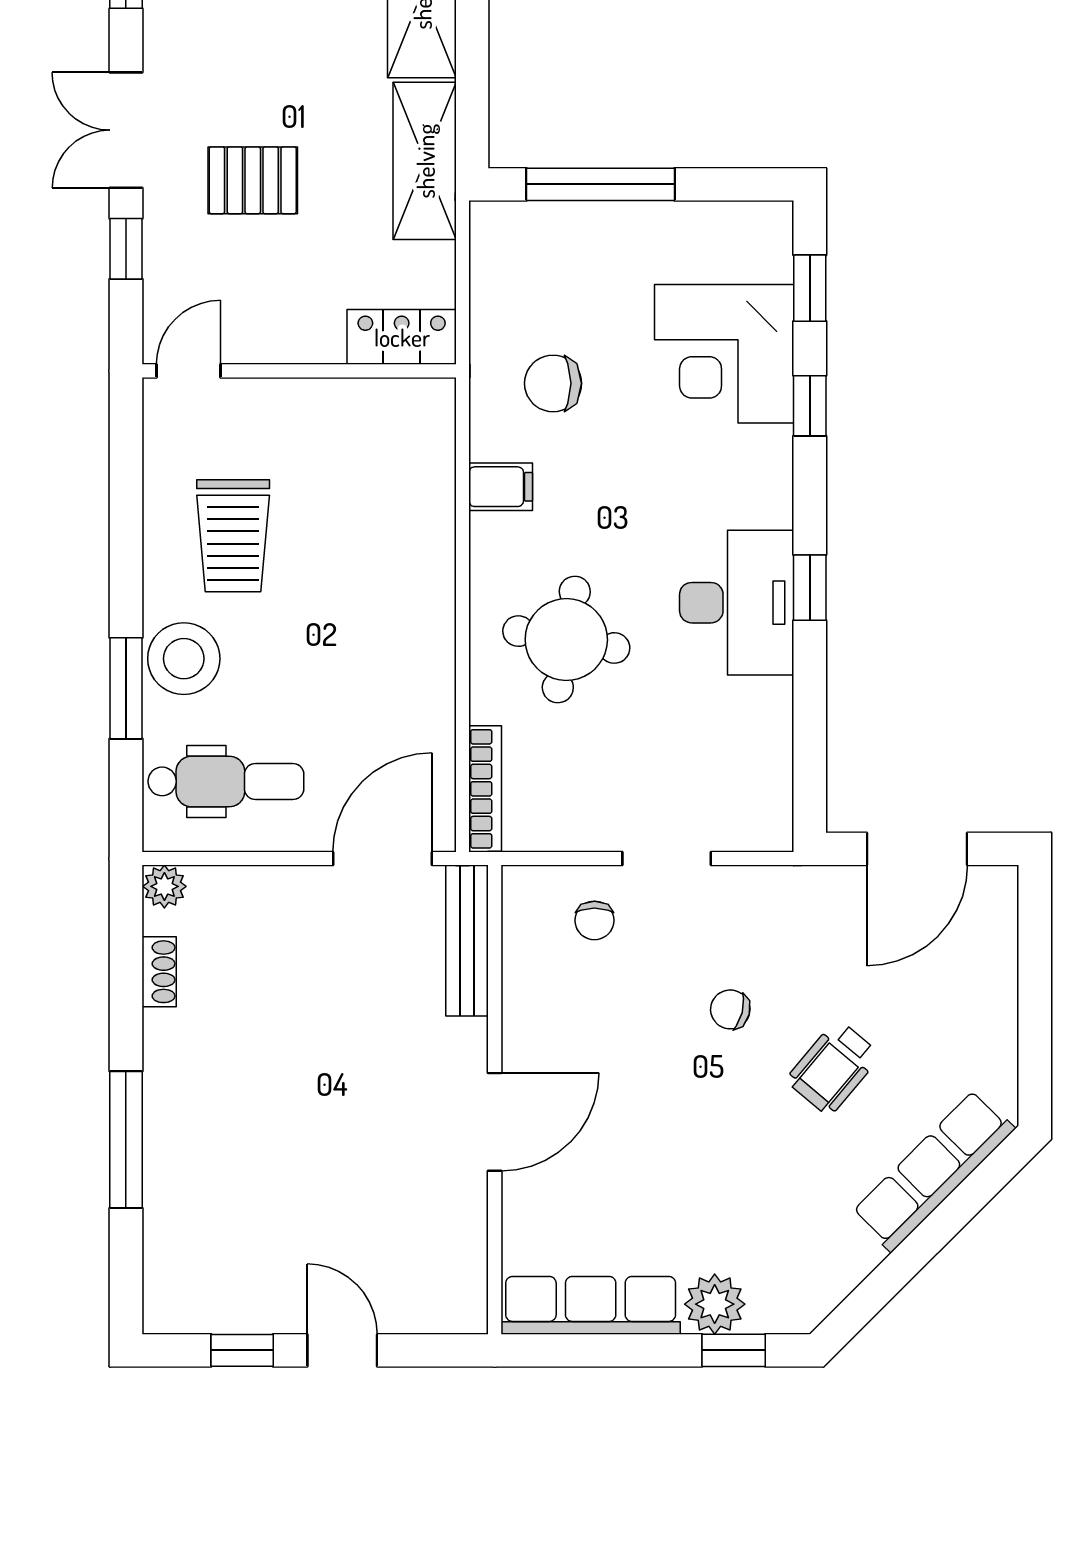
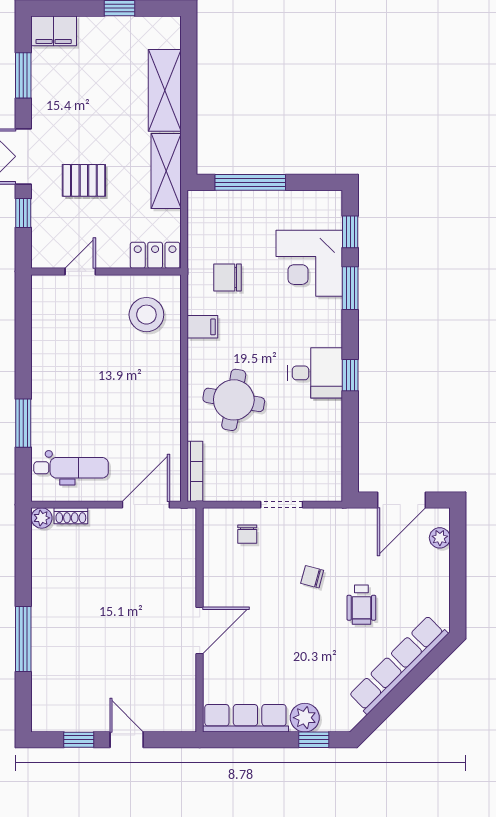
door: (189, 371) -> (80, 271), moved
window: (810, 406) -> (350, 288), width x1.50
trolley: (233, 536) -> (74, 350), removed
desk: (737, 603) -> (315, 373), width x0.73
stool: (184, 659) -> (146, 315), moved
plant: (997, 928) -> (440, 538), added
bench: (467, 940) -> (186, 544), removed
shoe rack: (159, 972) -> (71, 516), moved, turned 90
wheelchair: (833, 1068) -> (361, 605), turned -40
row of seats: (933, 1171) -> (398, 665), width x1.36

